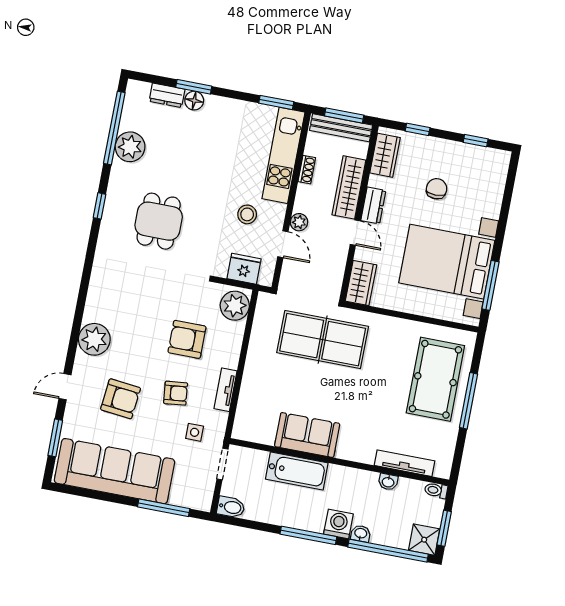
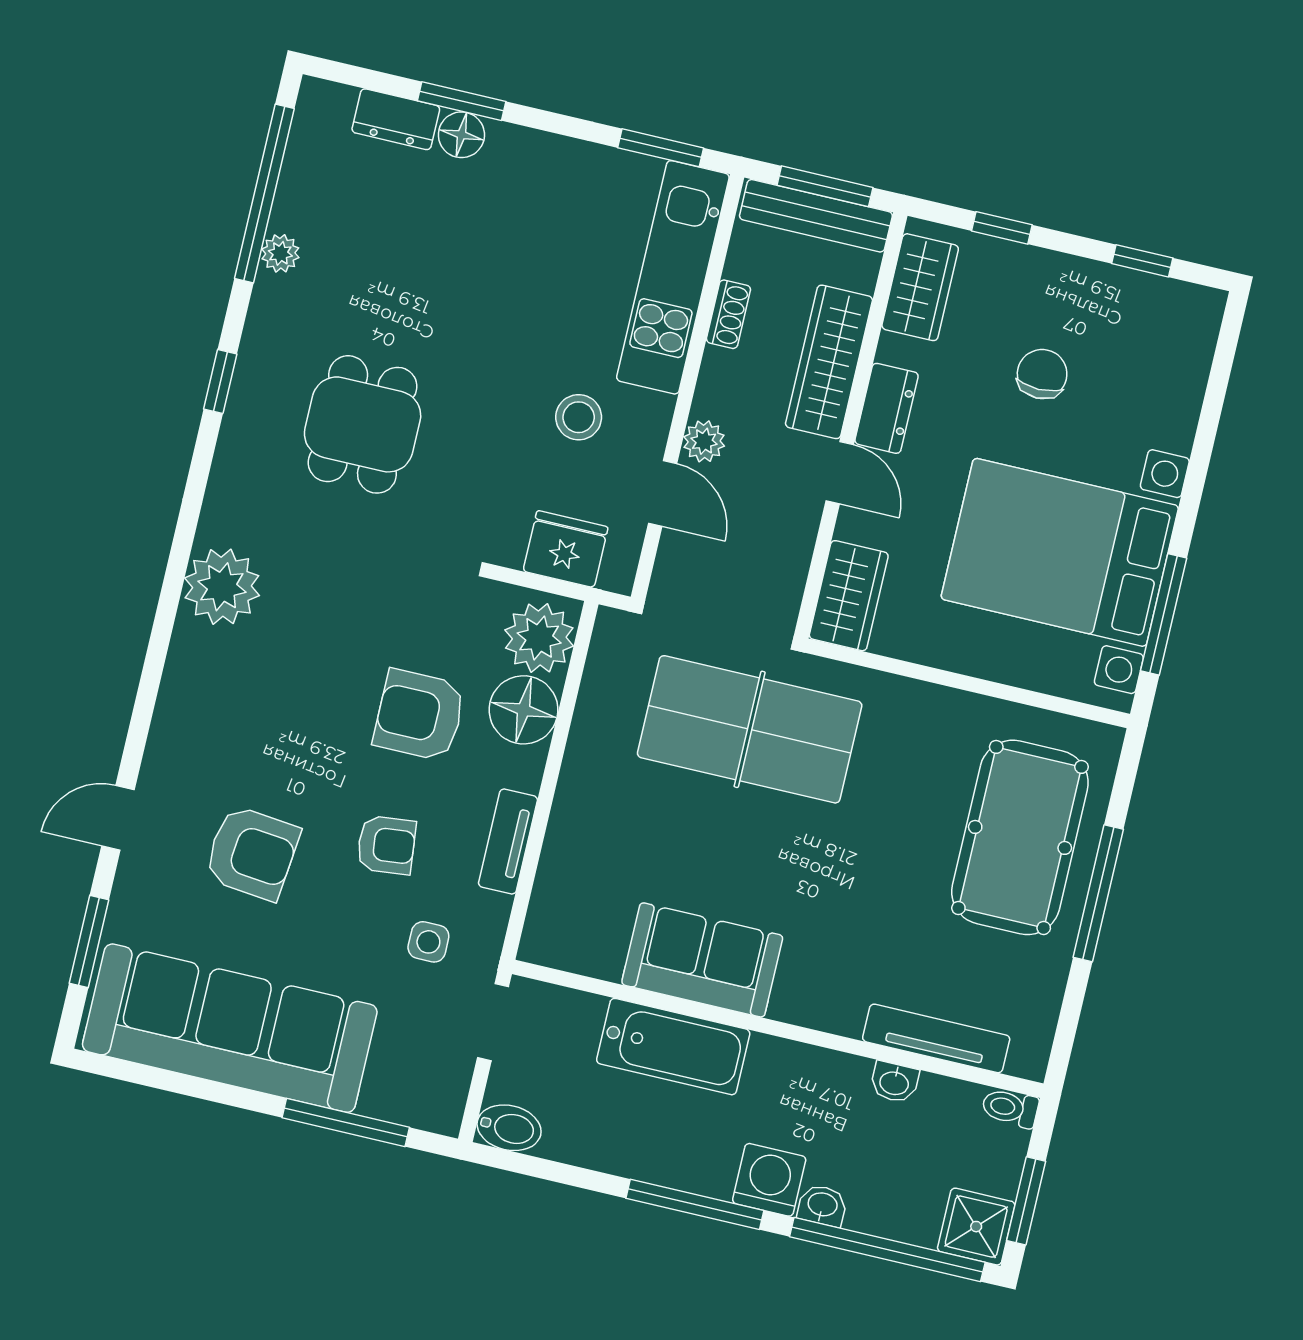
plant: (130, 147) -> (280, 253), width x0.53, depth x0.53
floor lamp: (230, 335) -> (524, 710), added
plant: (94, 339) -> (222, 587), moved

